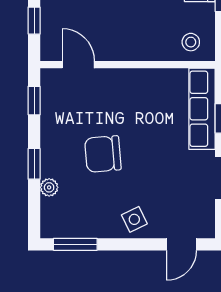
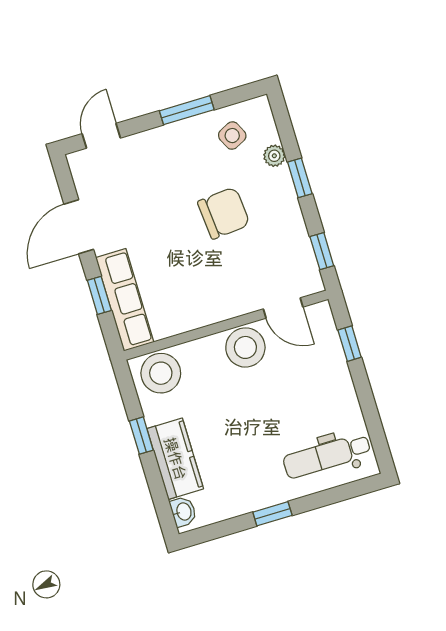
stool: (118, 42) -> (245, 347), added
stool: (191, 42) -> (161, 373), width x1.89, depth x1.89
side table: (134, 219) -> (232, 136), moved
window: (75, 244) -> (187, 110), moved

